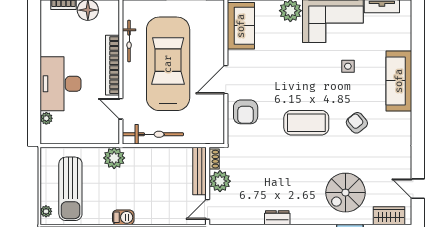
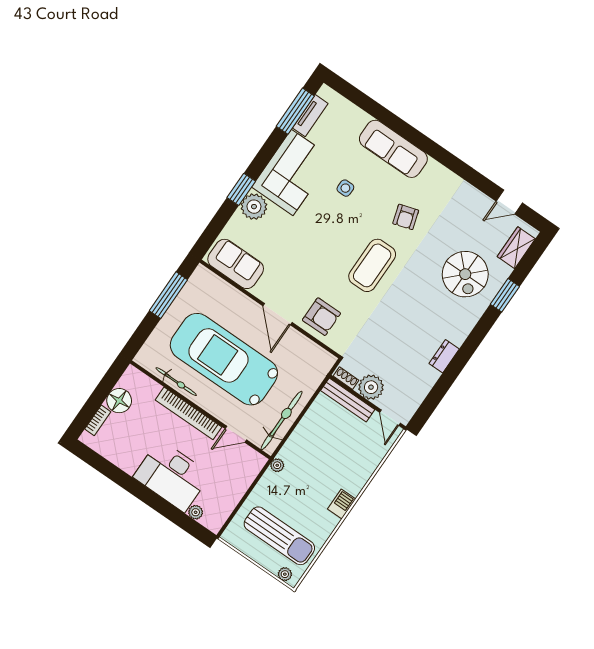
armchair: (357, 123) -> (406, 217), turned -67
plant: (114, 158) -> (277, 465), width x0.53, depth x0.53

